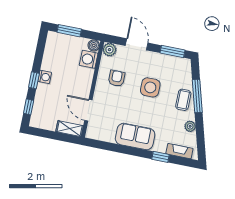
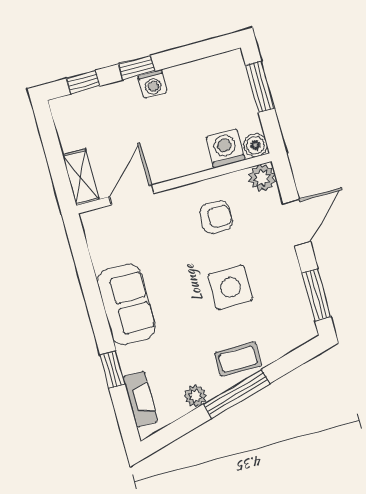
window: (197, 96) -> (237, 394), moved

